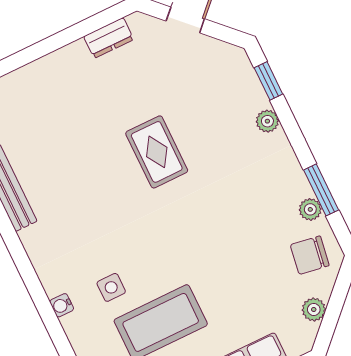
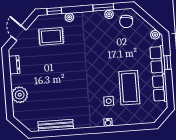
plant: (45, 77) -> (20, 95), added
rug: (157, 152) -> (51, 36), moved
plant: (314, 309) -> (155, 35), moved

